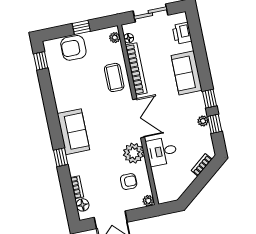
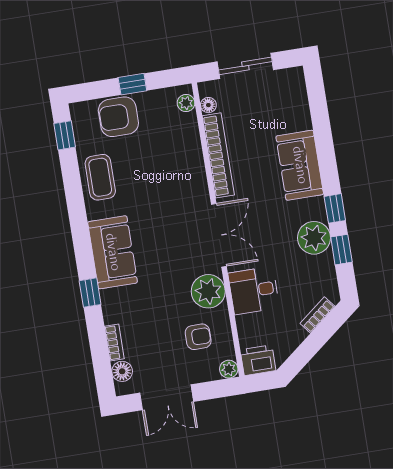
printer: (182, 33) -> (258, 360), moved, turned 90
coffee table: (114, 77) -> (100, 177), moved
plant: (203, 121) -> (314, 238), width x1.88, depth x1.88

